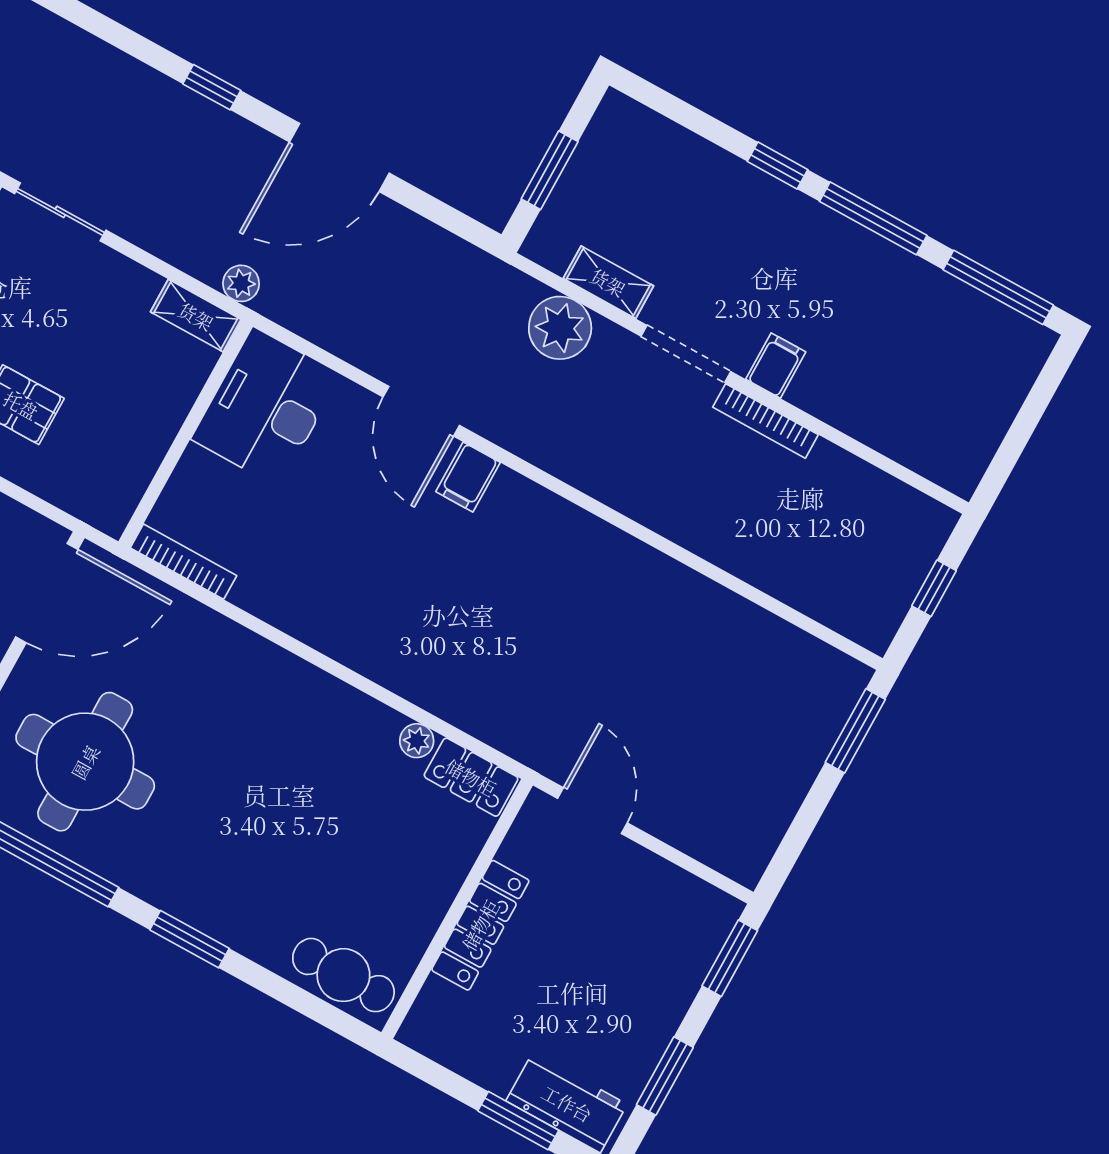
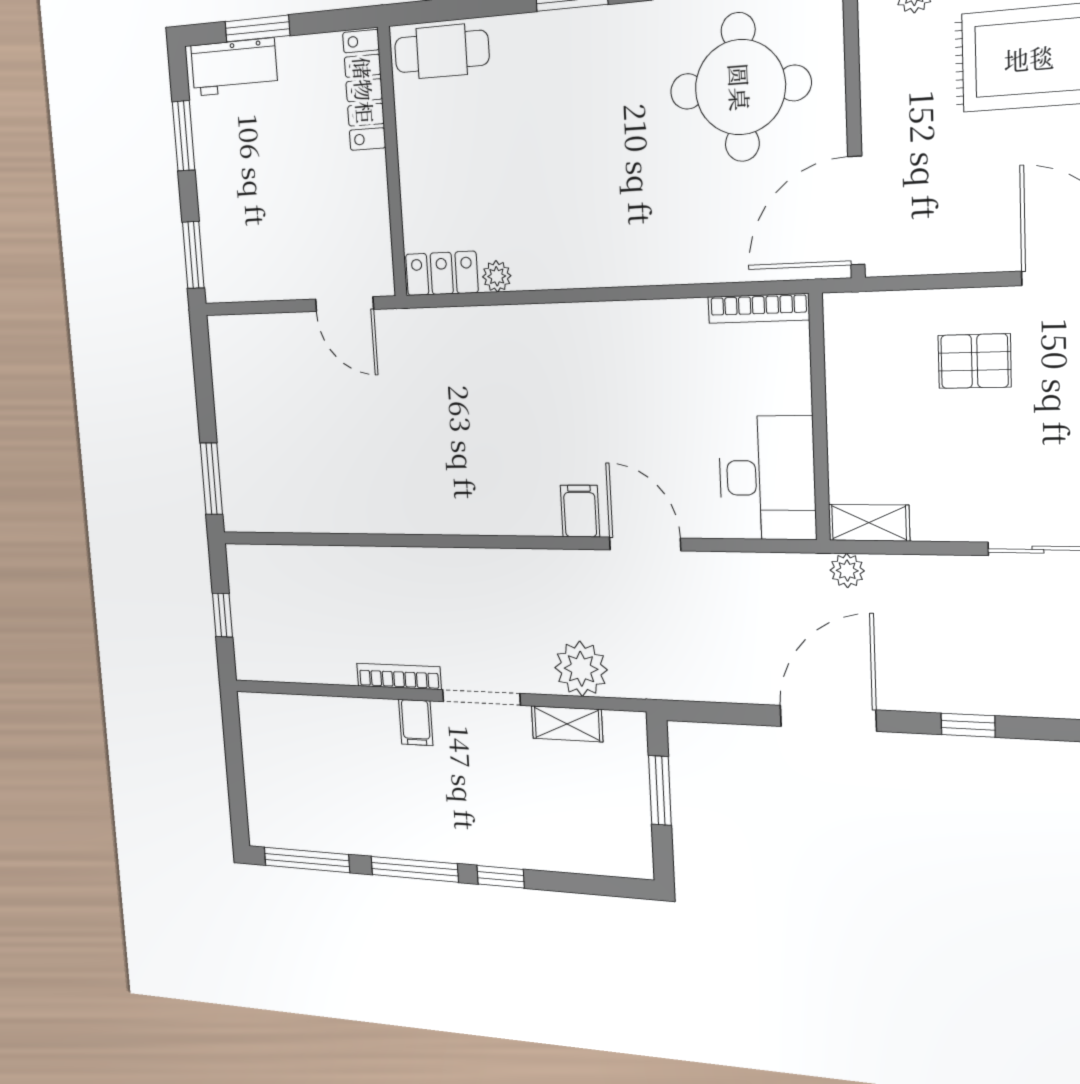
locker: (480, 925) -> (364, 90), moved

